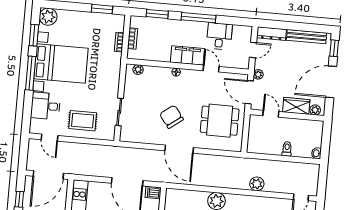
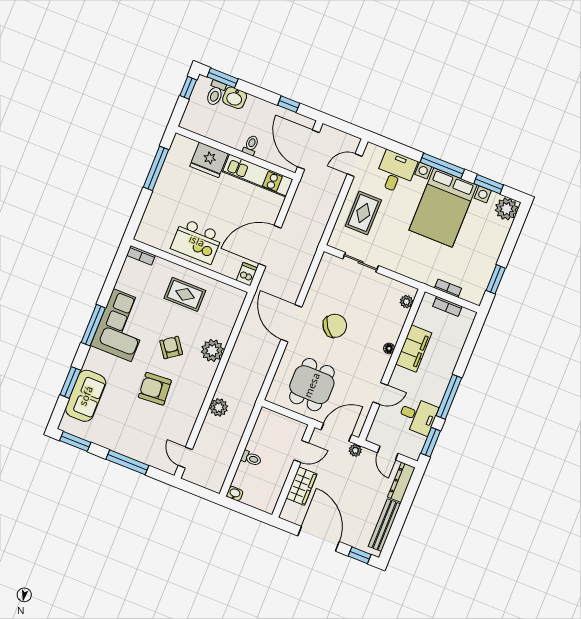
window: (157, 14) -> (431, 442), moved
filing cabinet: (187, 55) -> (414, 349), moved
plant: (315, 110) -> (289, 508), removed
door: (179, 149) -> (291, 323), hinge flipped

